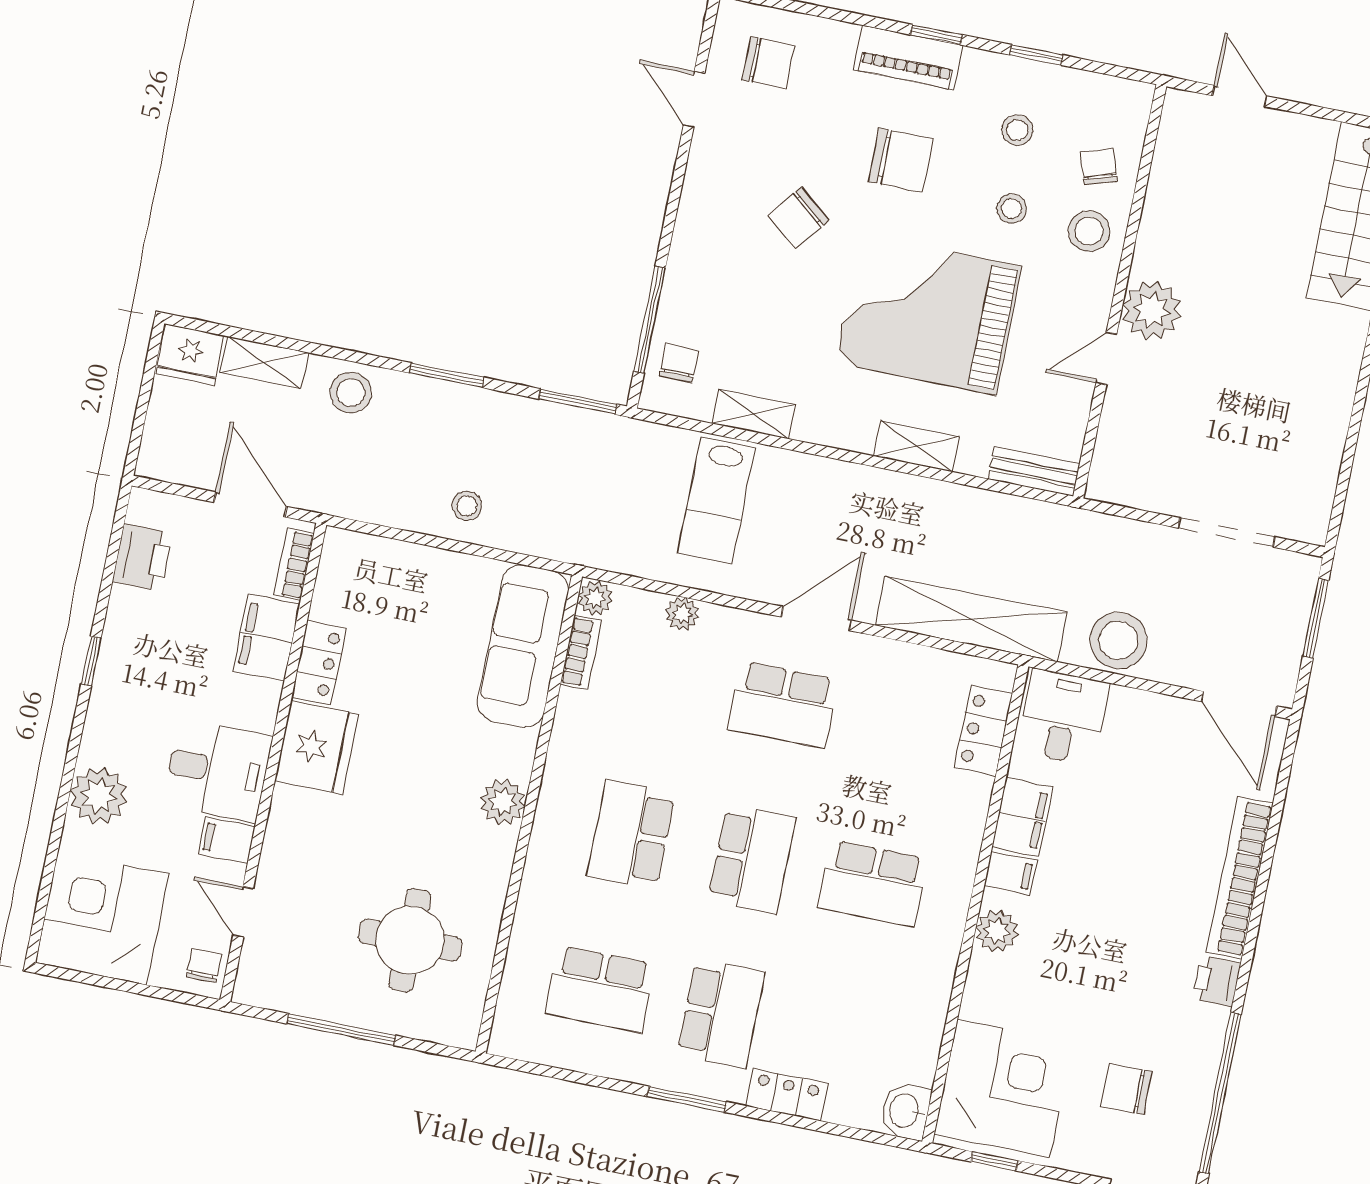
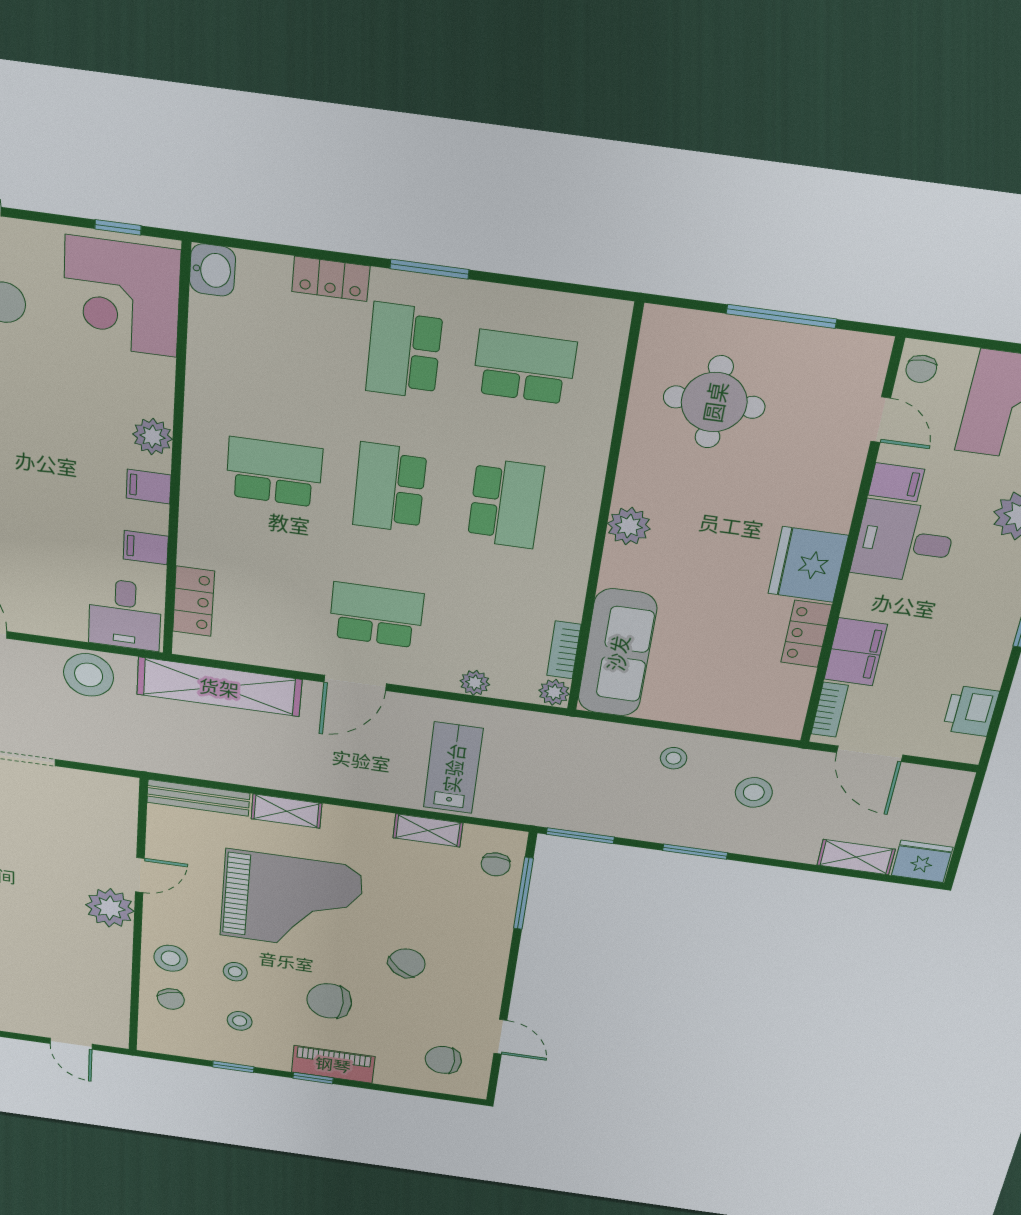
stool: (351, 393) -> (754, 792), moved
bench: (1034, 471) -> (198, 798), width x1.36
filing cabinet: (1022, 817) -> (146, 548), width x0.50

